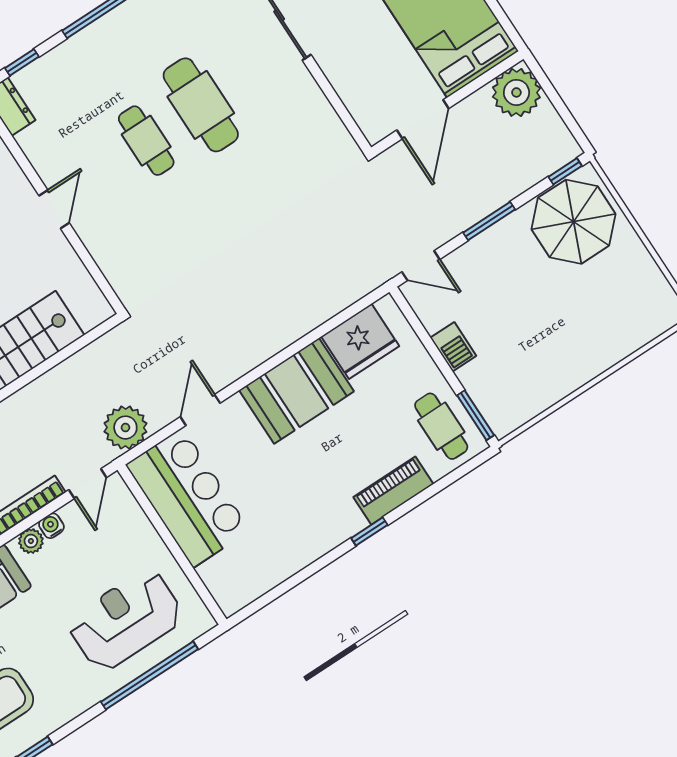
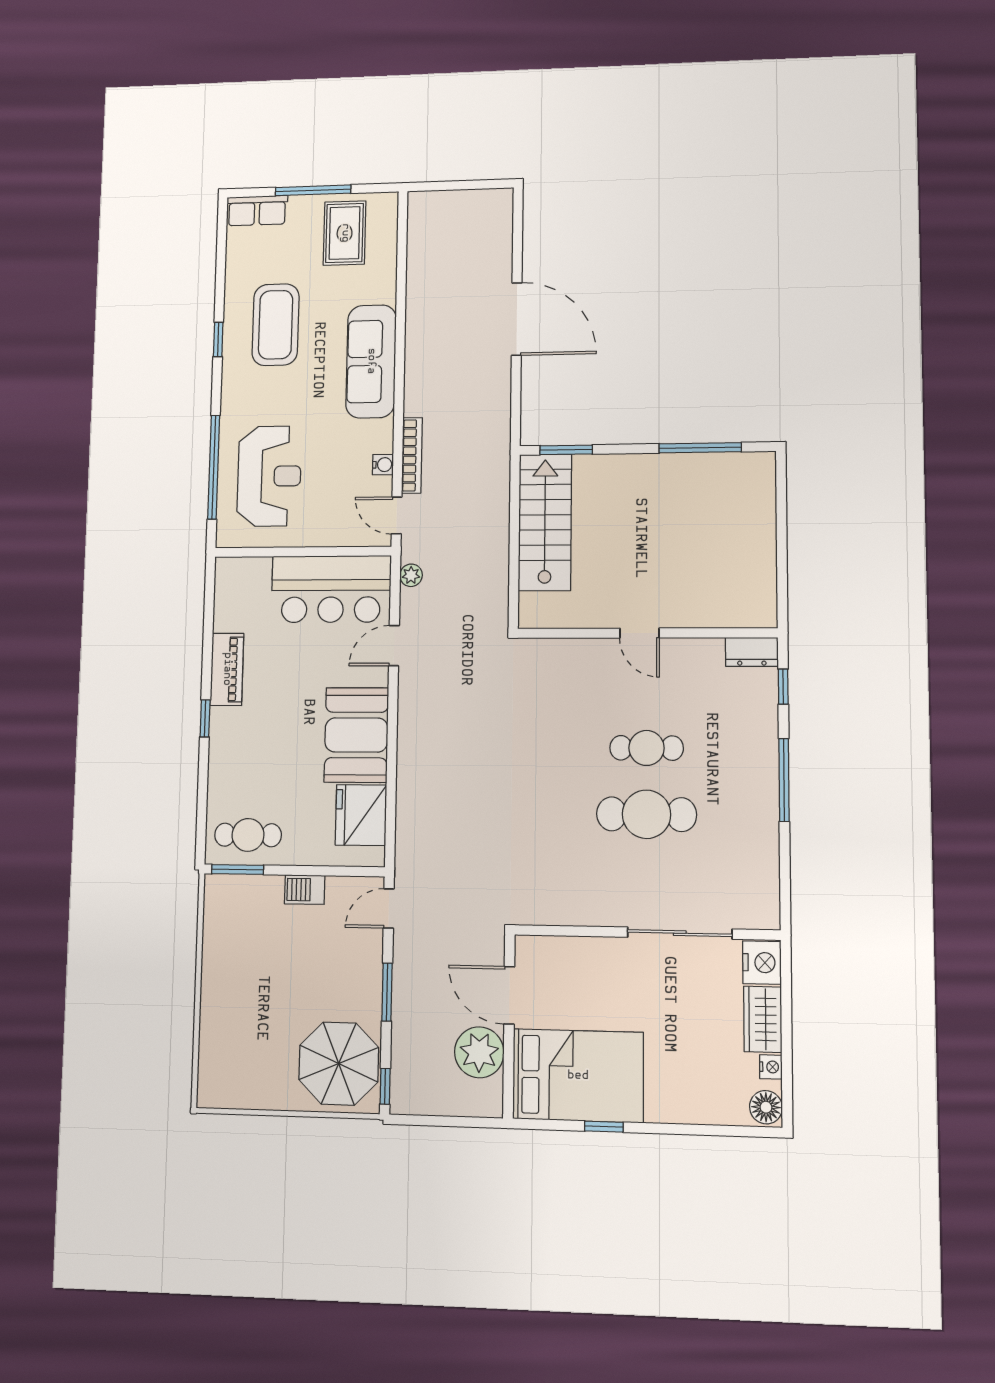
plant: (516, 92) -> (479, 1052), moved
door: (200, 410) -> (394, 646), swing flipped
plant: (125, 428) -> (411, 575), width x0.53, depth x0.53
piano: (393, 491) -> (227, 669), moved
plant: (31, 541) -> (382, 440), removed

